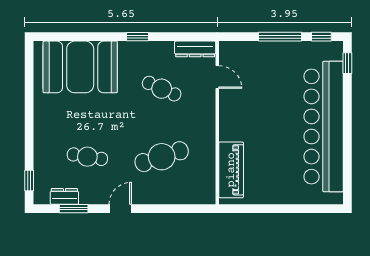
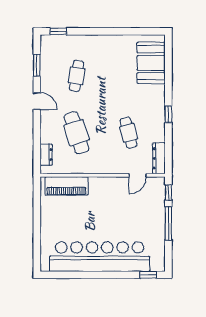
window: (321, 37) -> (168, 192), moved
booth: (80, 67) -> (151, 63), width x0.73, depth x0.70
cafe table: (162, 89) -> (129, 133), turned -39
dresser: (64, 196) -> (46, 155), moved

